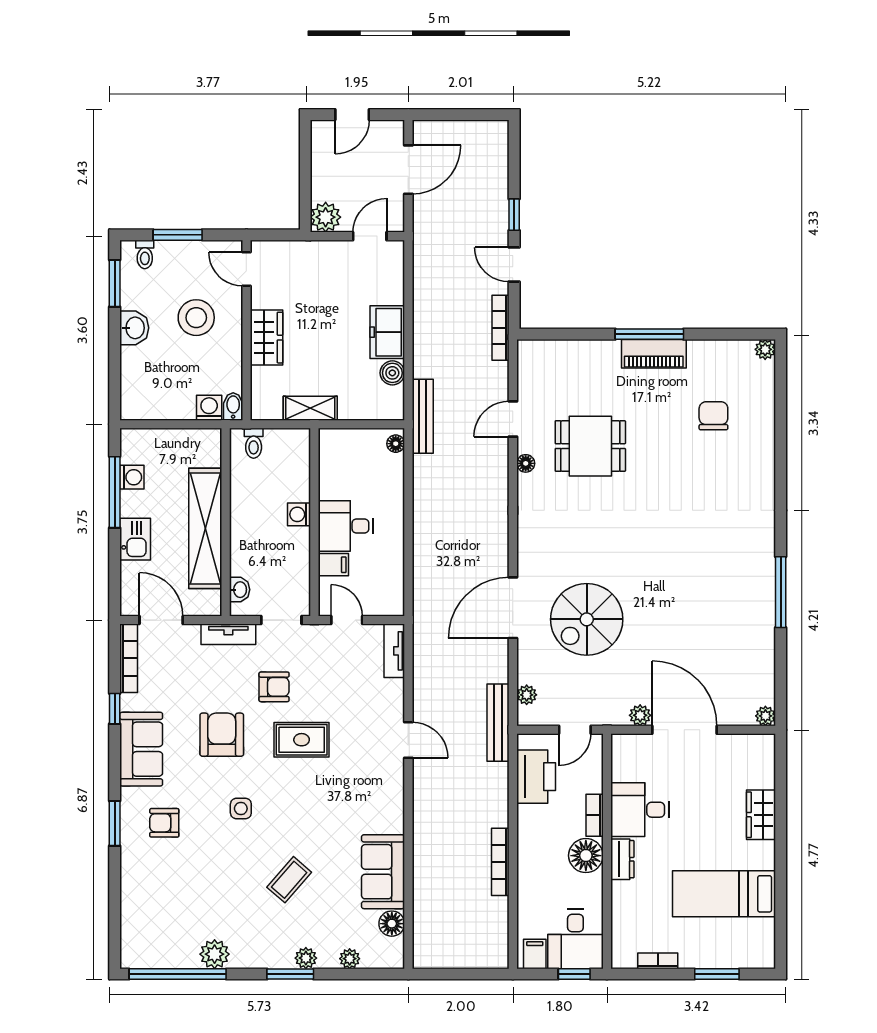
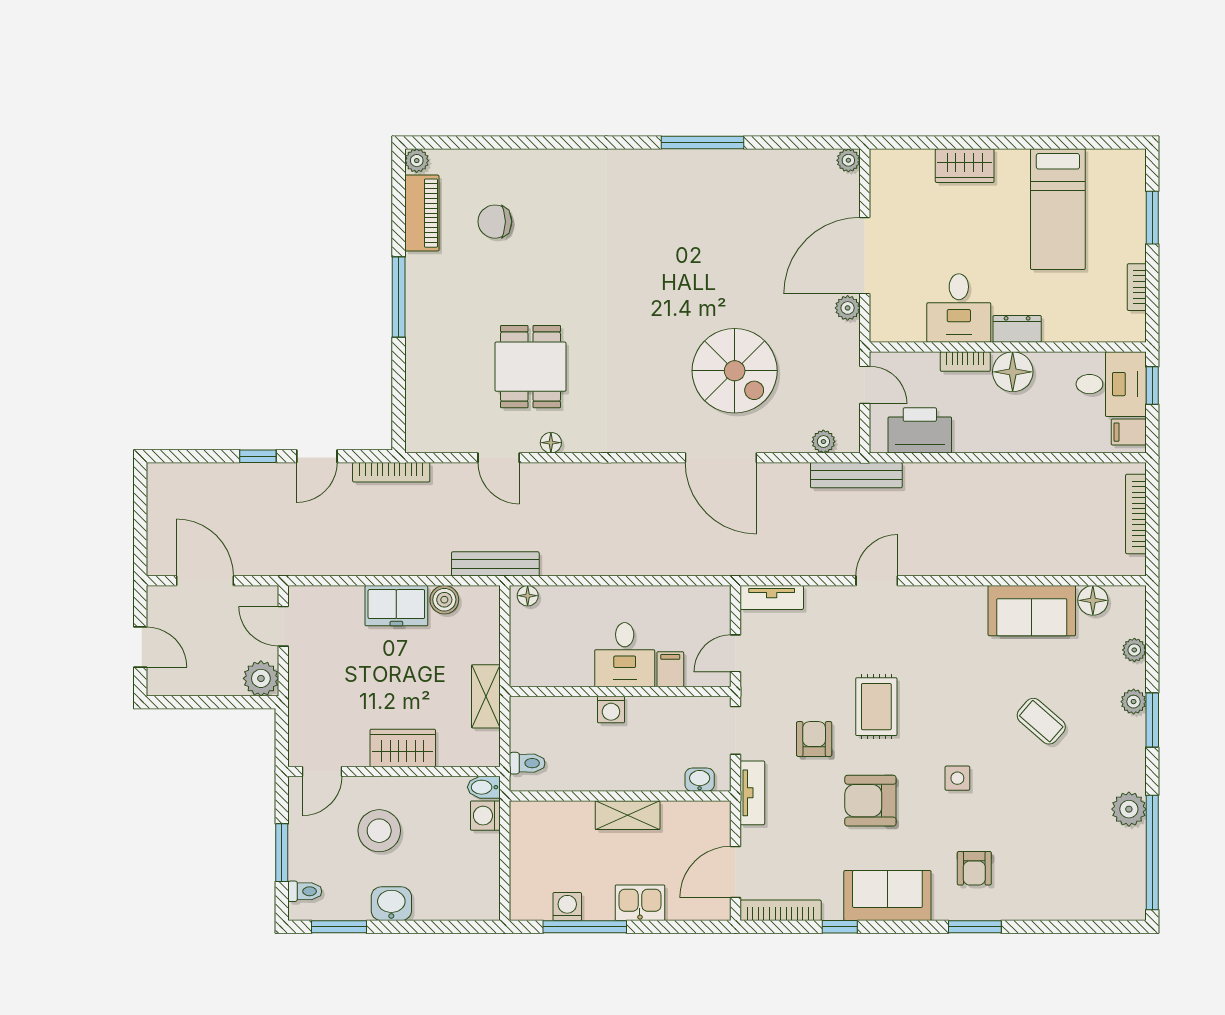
piano: (654, 354) -> (422, 213), moved
shelving: (205, 528) -> (628, 815), width x0.45, depth x0.75
bookcase: (500, 862) -> (1136, 514), moved, turned 90

